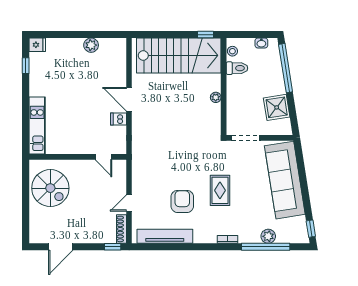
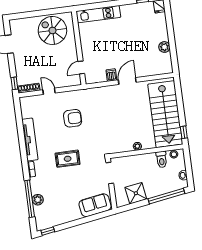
sofa: (285, 180) -> (95, 205), width x0.54, depth x0.79
spiral stairs: (50, 188) -> (52, 30), turned 90
armchair: (182, 201) -> (73, 118), moved
tv unit: (165, 236) -> (30, 140), moved

